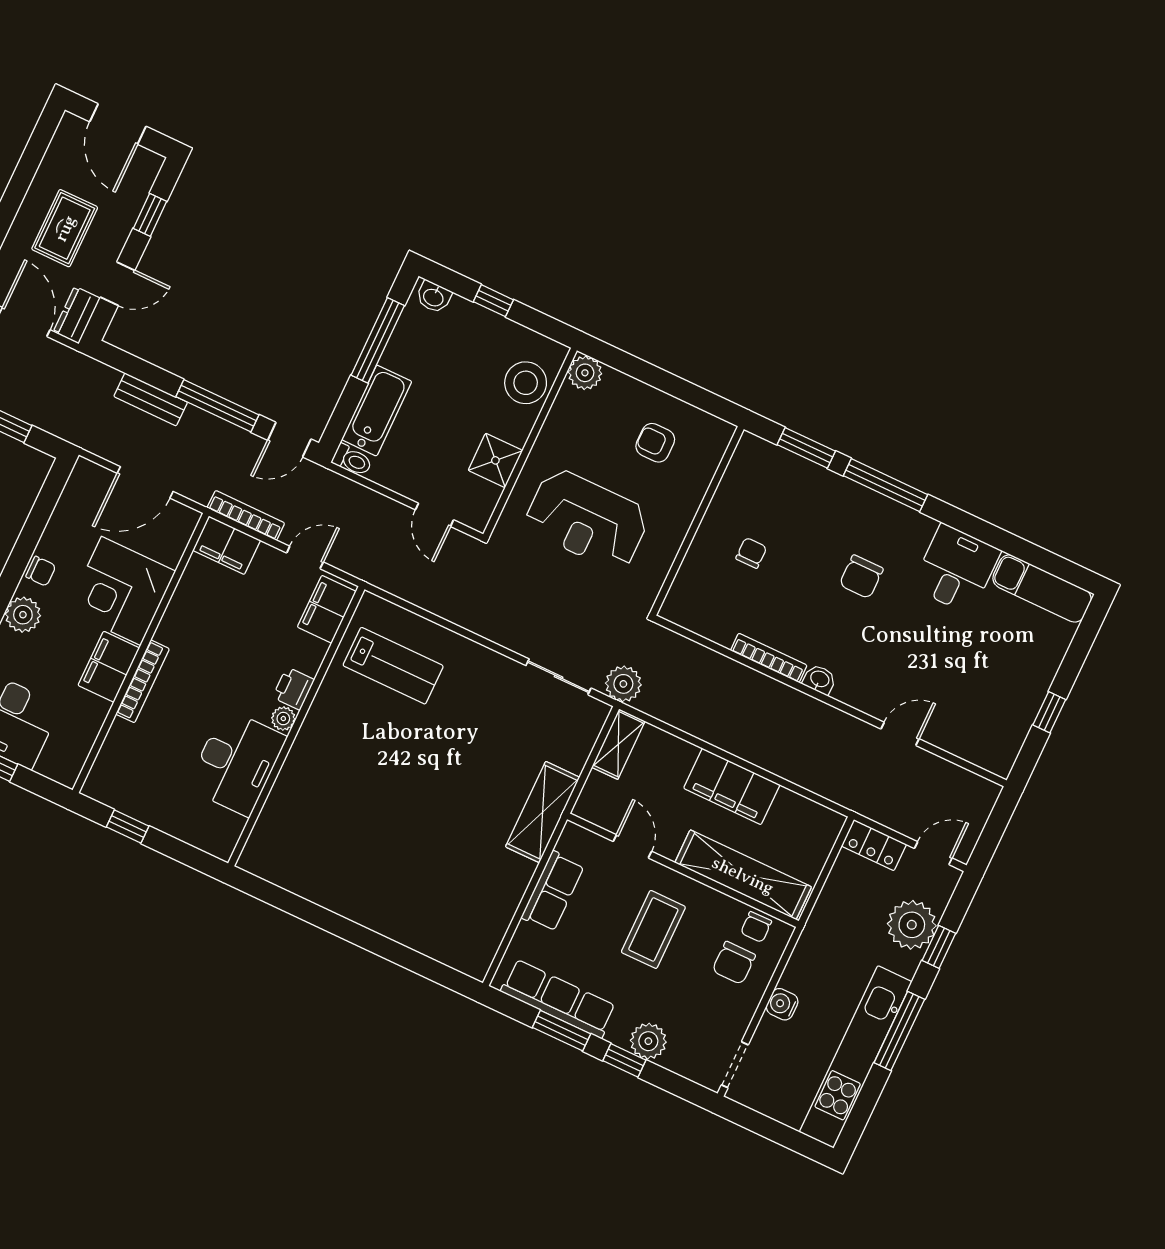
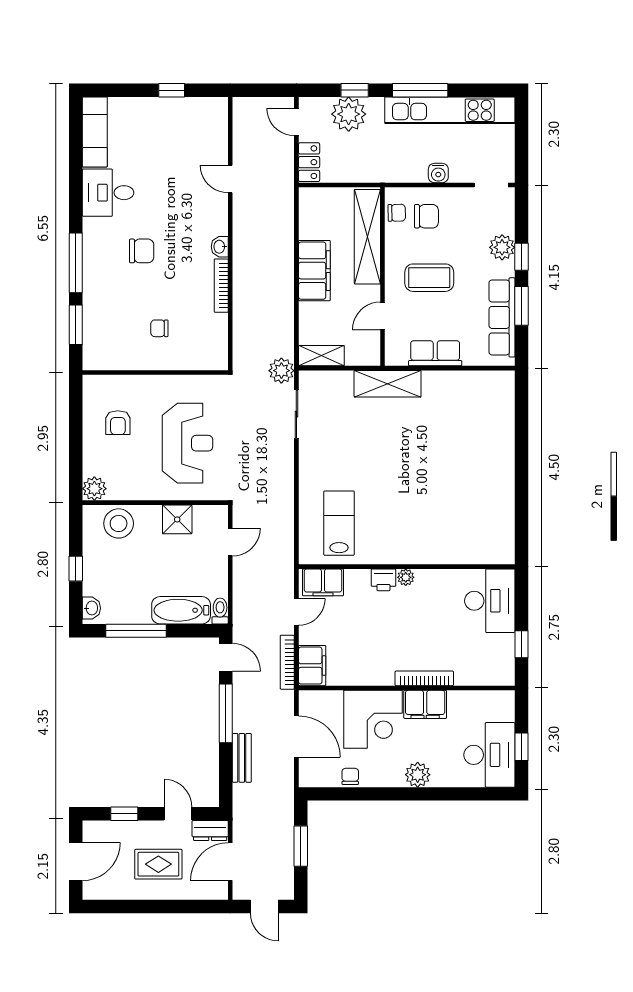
door: (305, 558) -> (296, 612), swing flipped
chair: (41, 571) -> (350, 776), moved
desk: (237, 762) -> (490, 601), moved, turned 90

